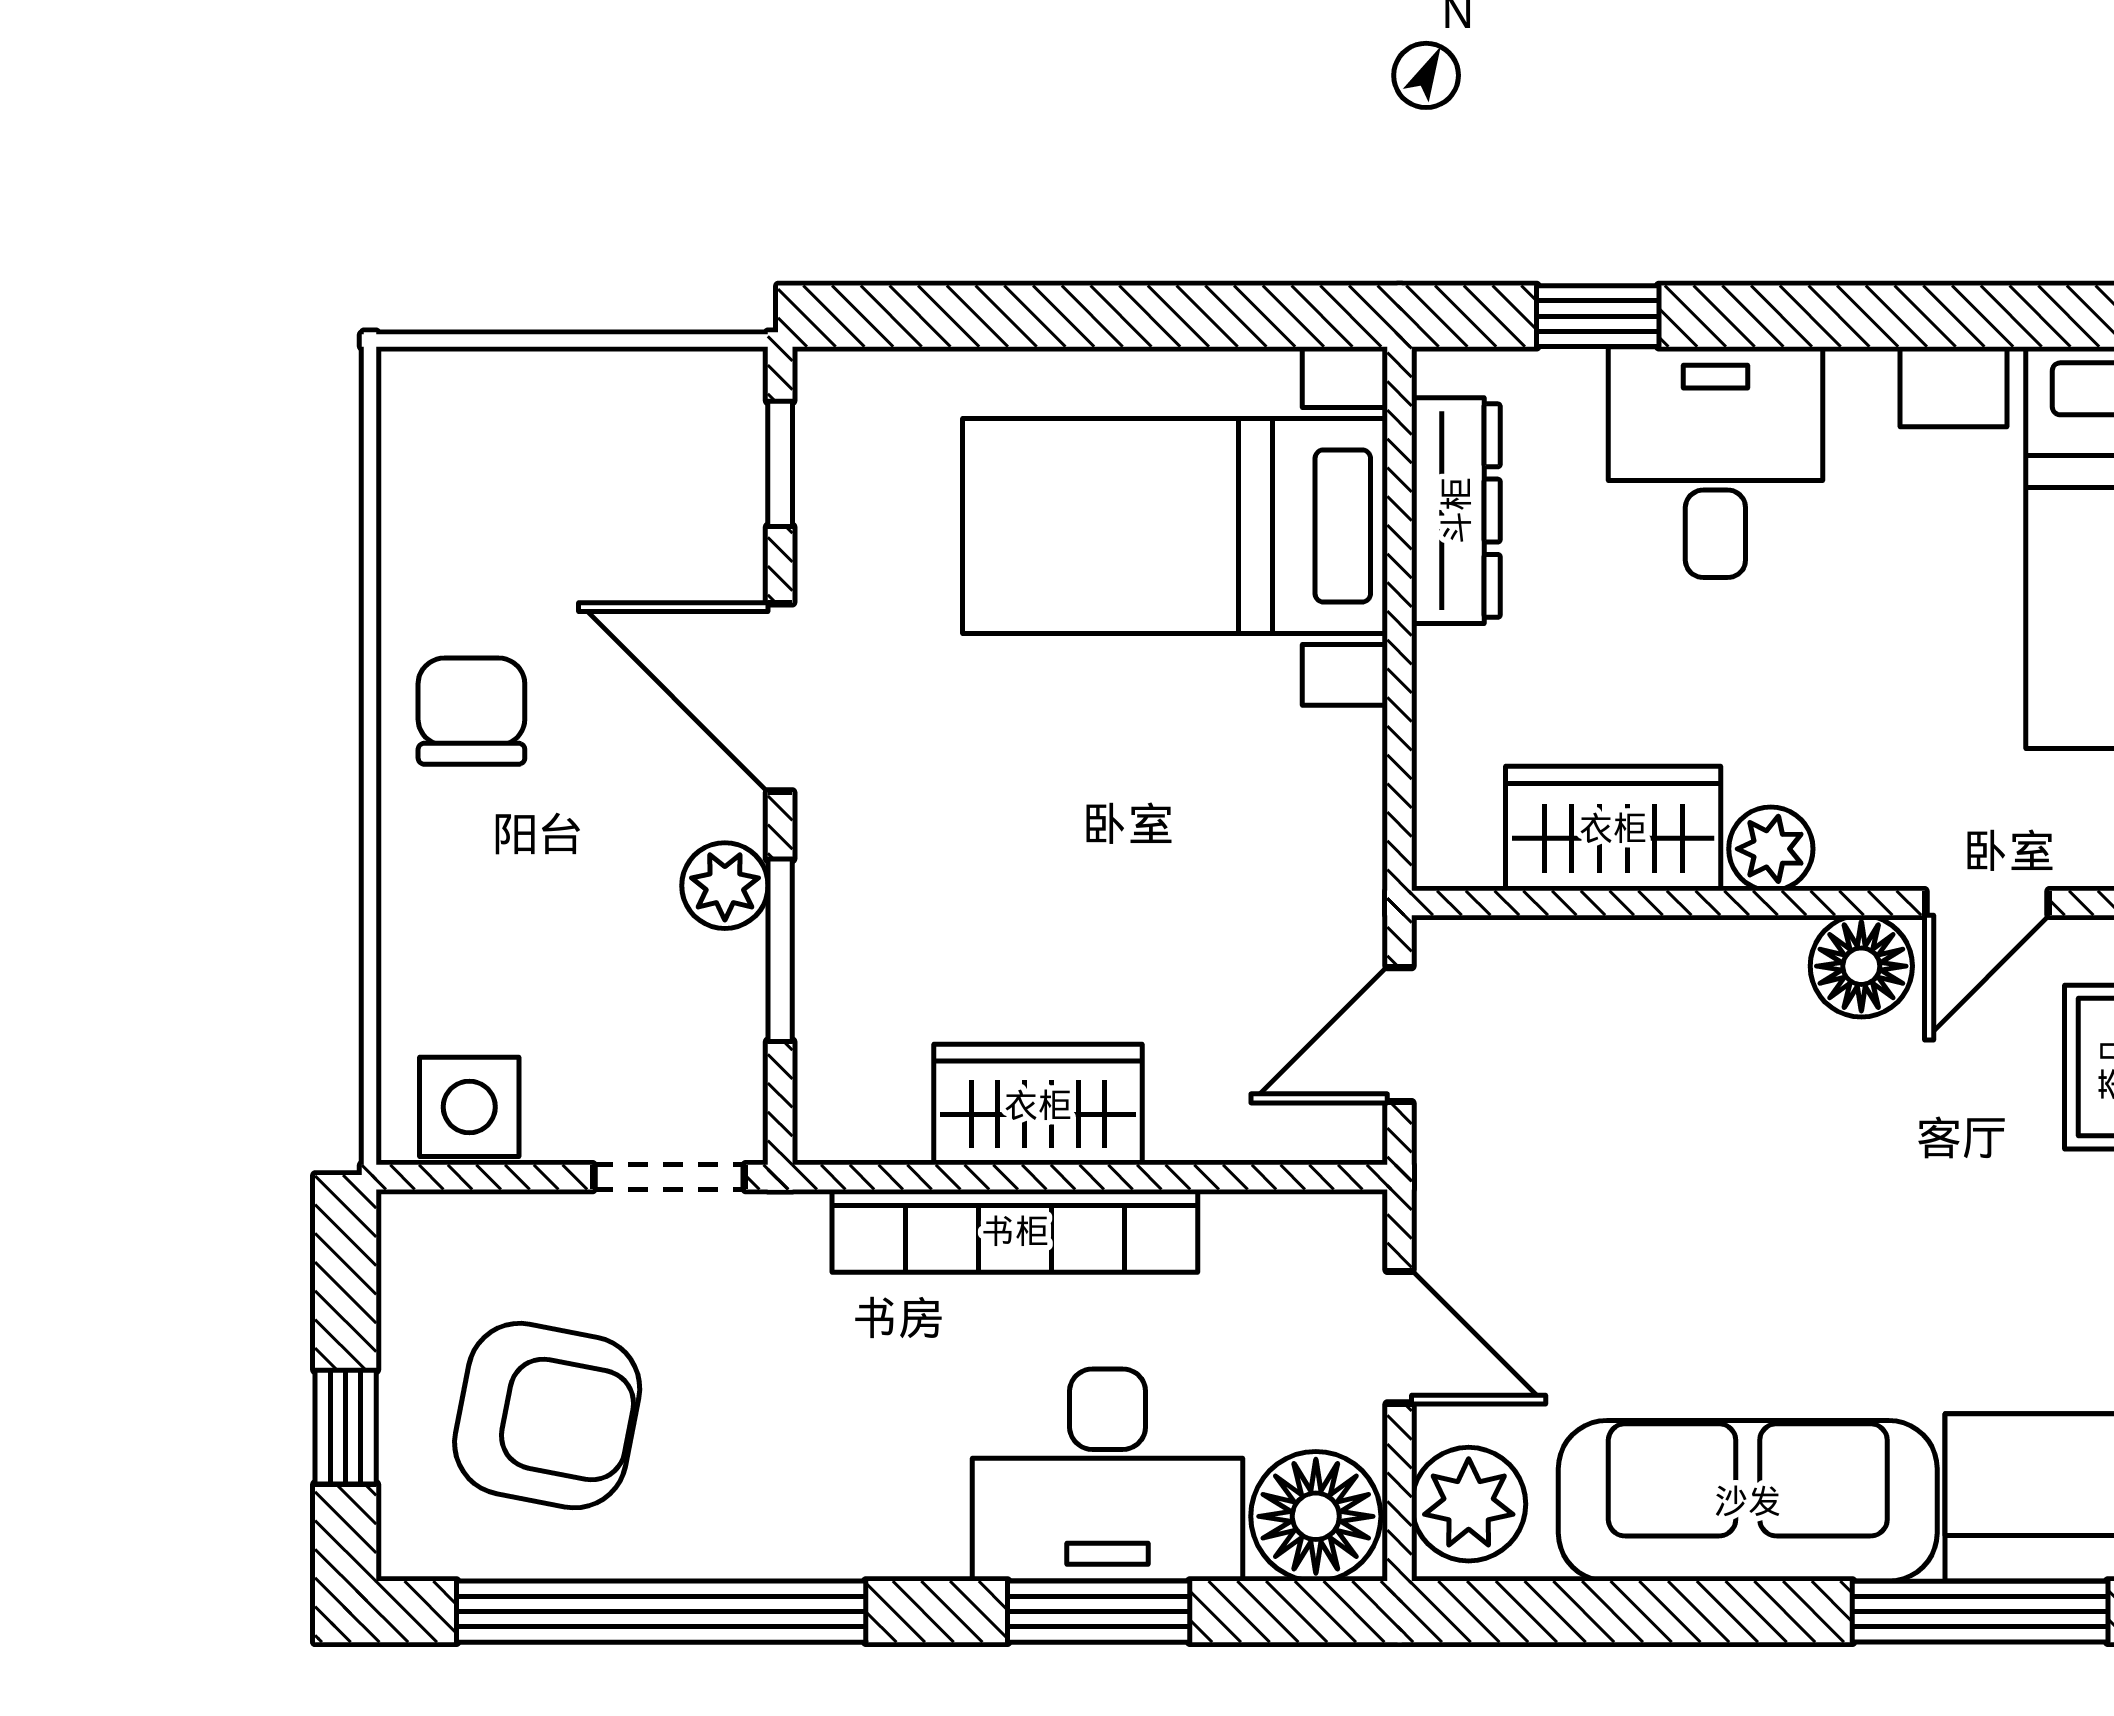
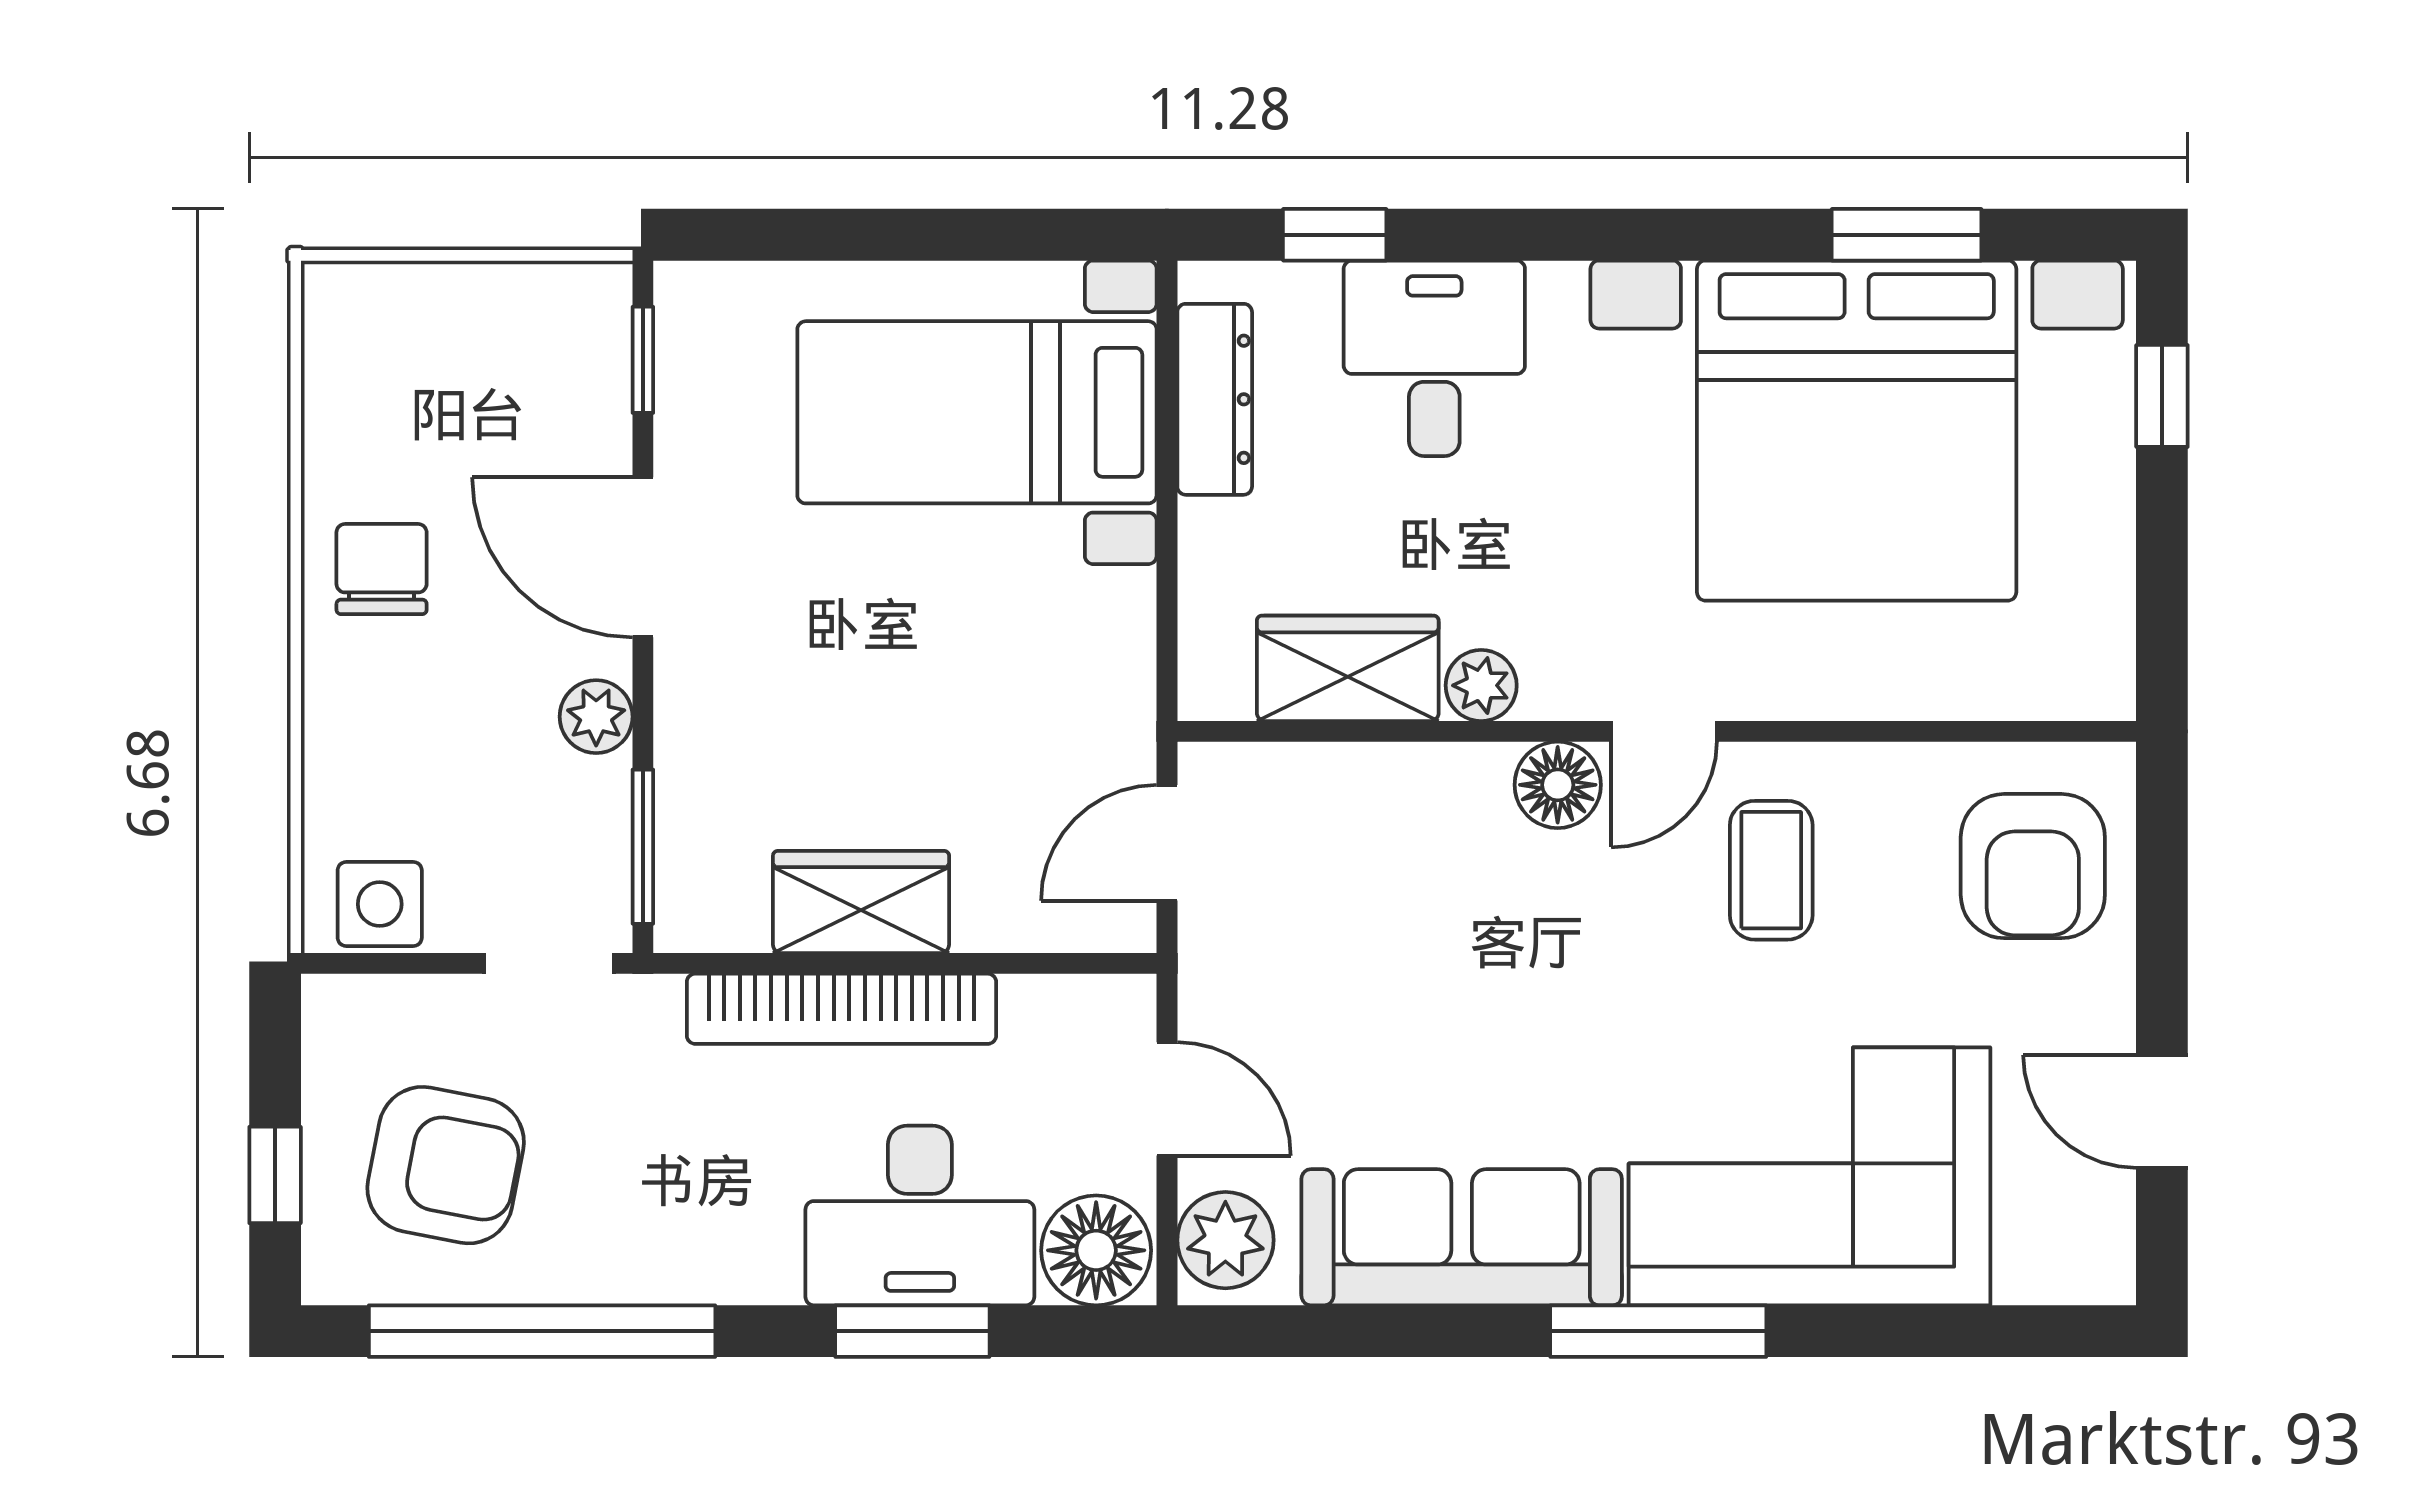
window: (780, 950) -> (643, 847), moved

